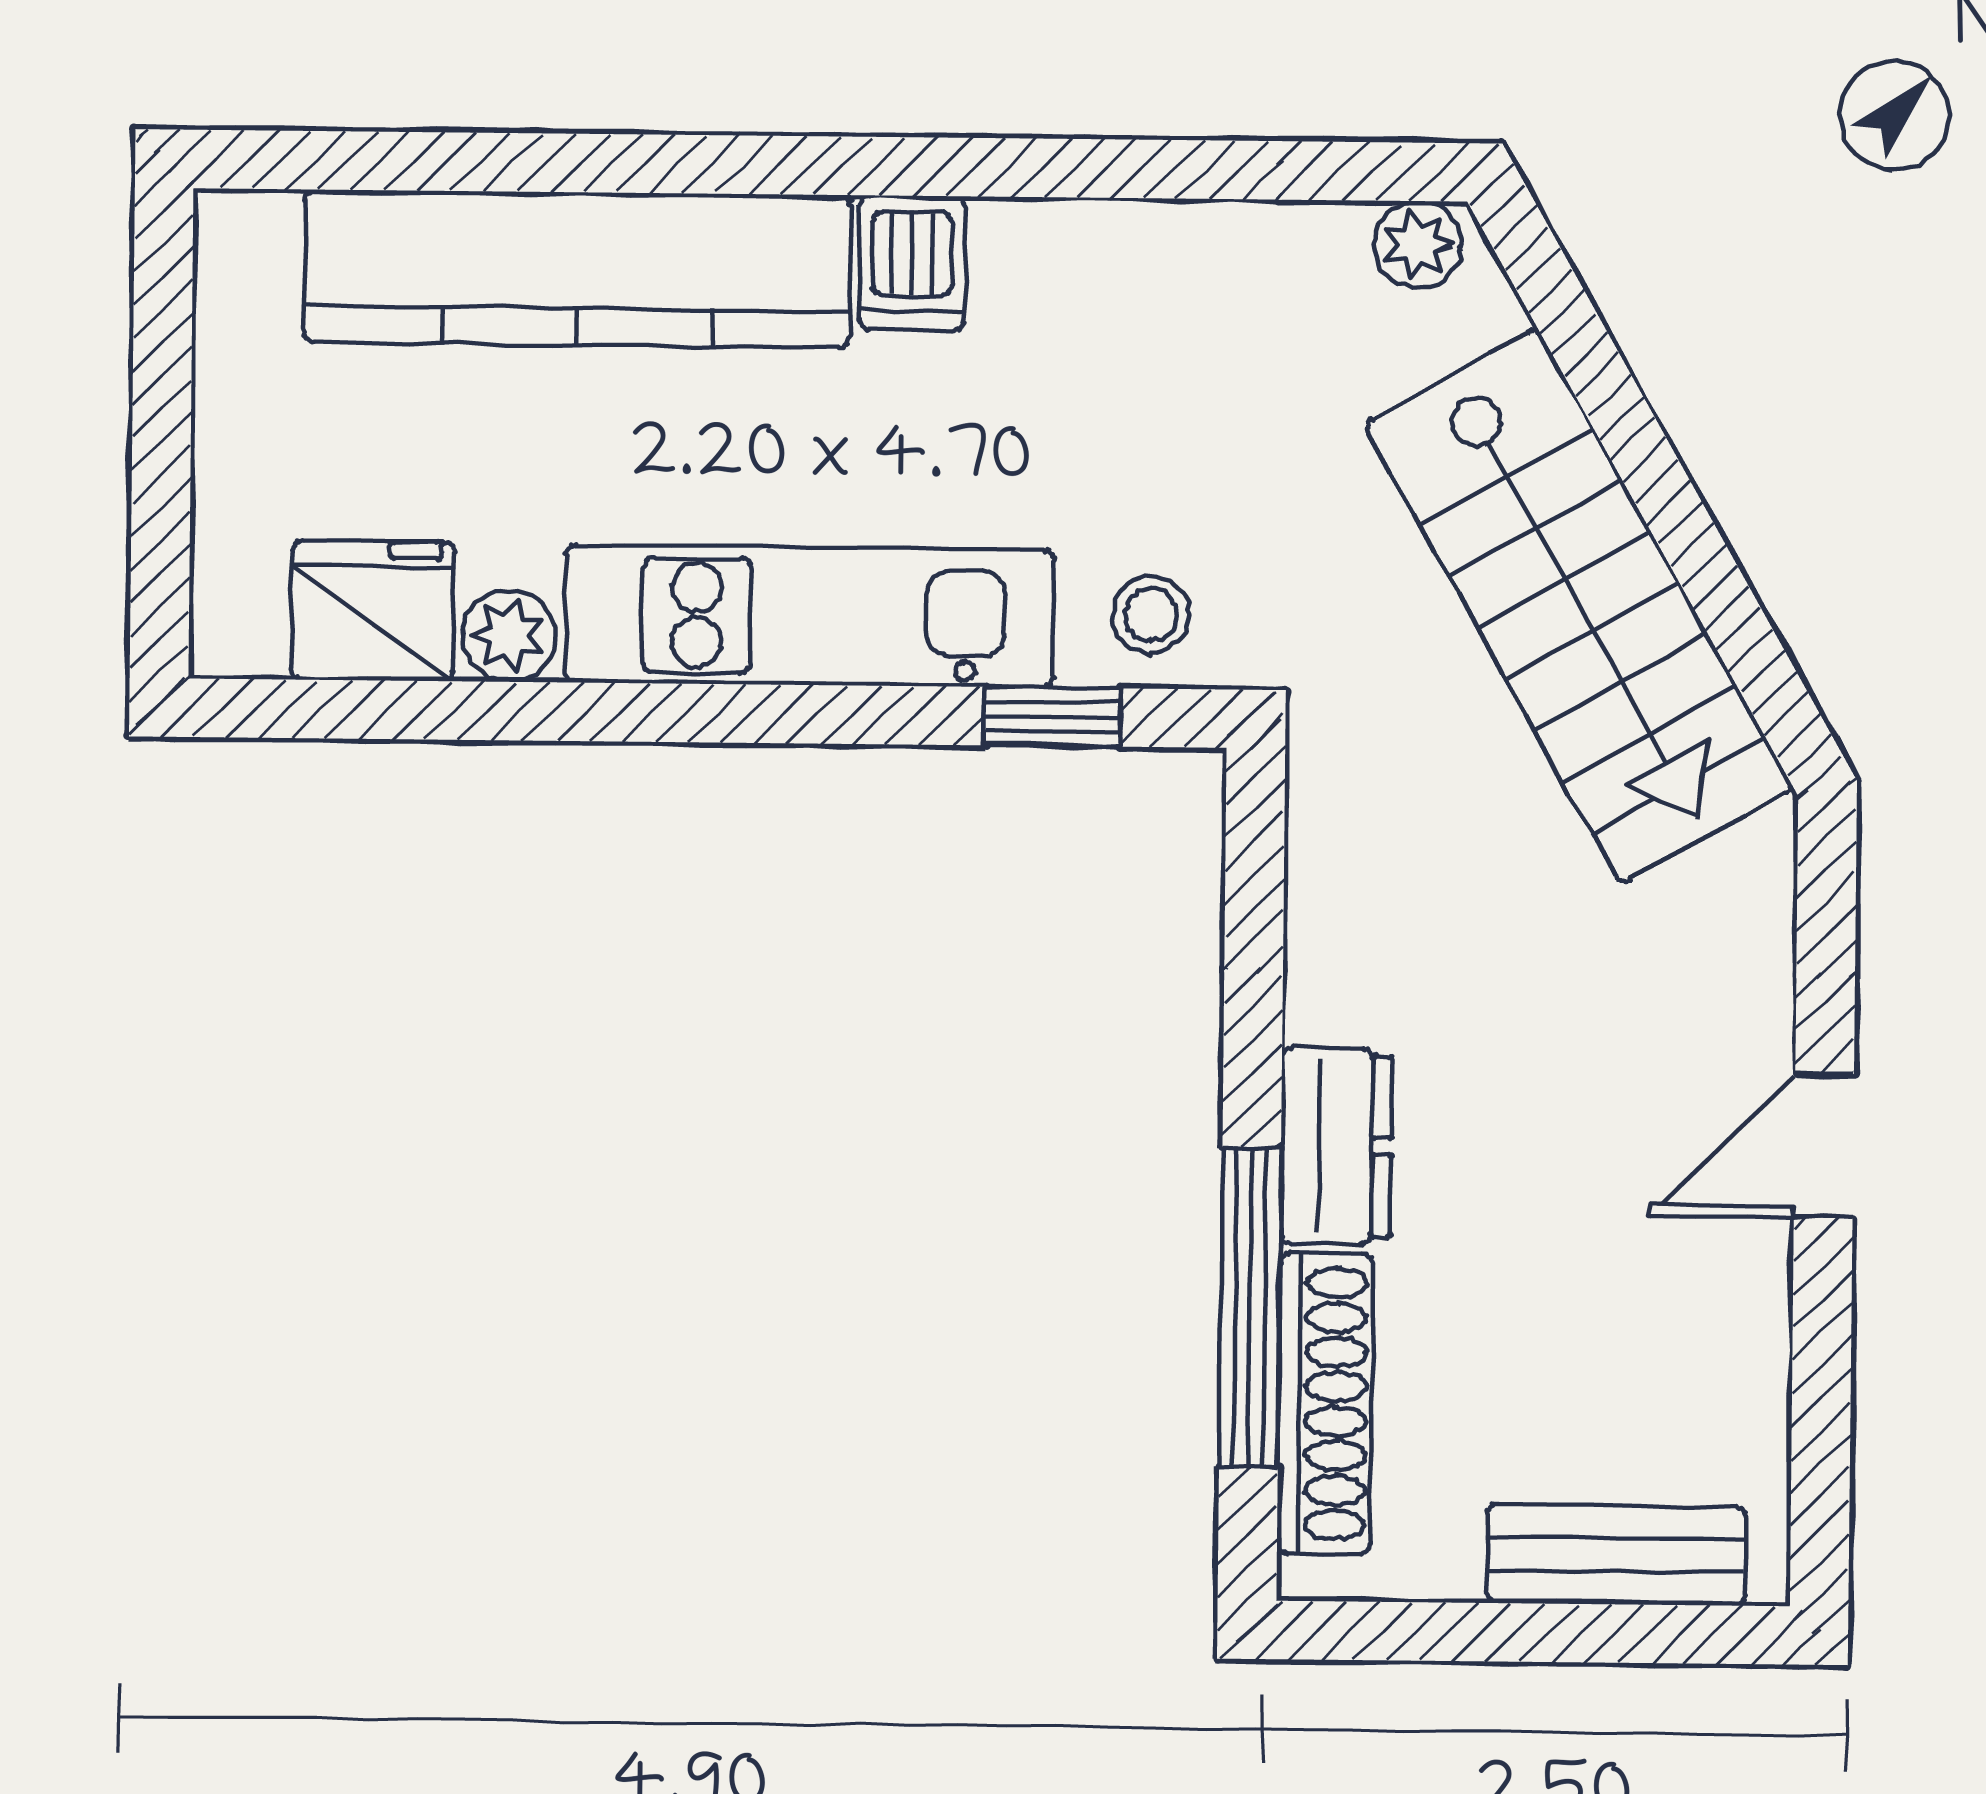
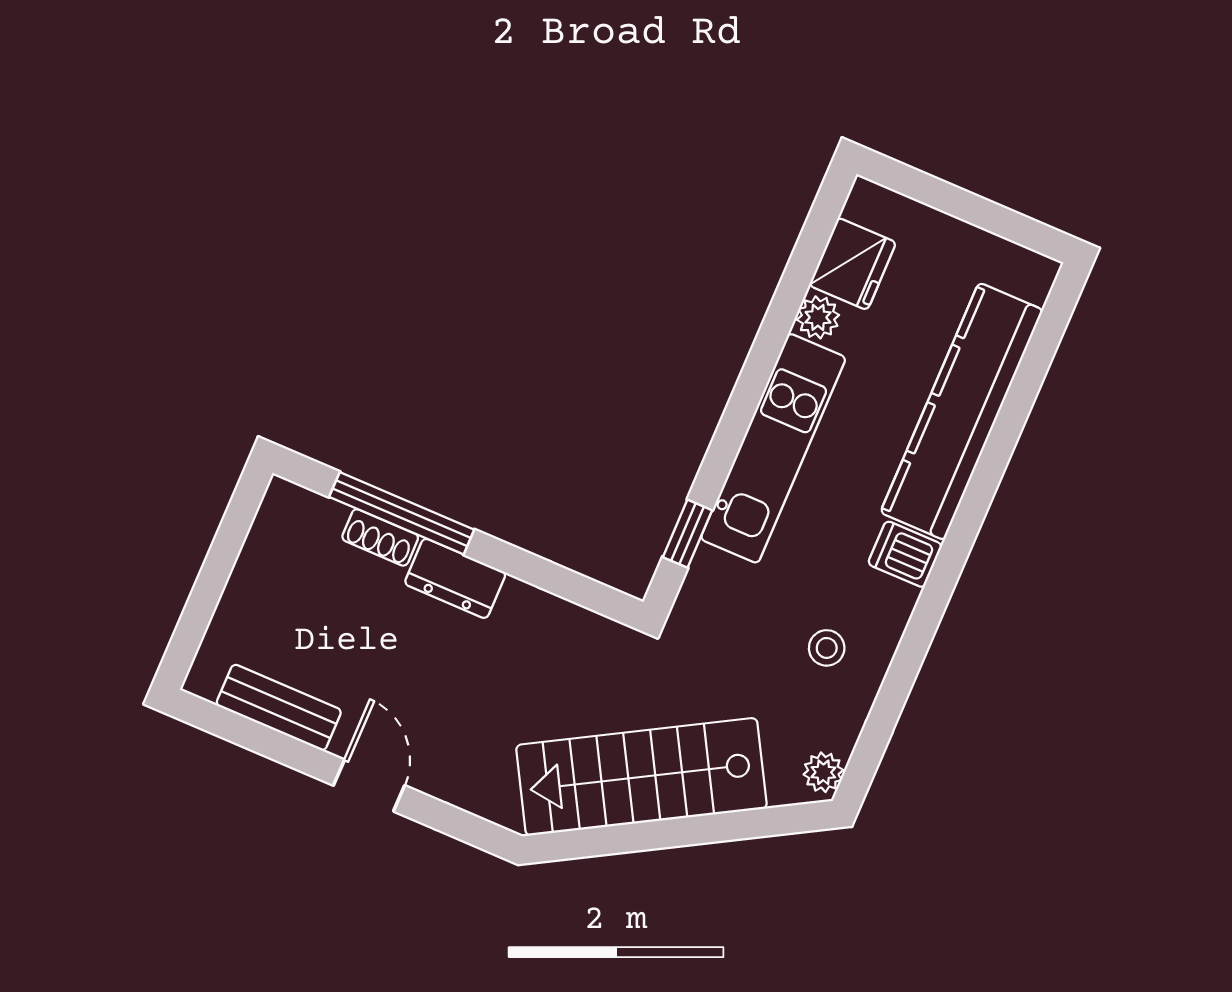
stool: (1151, 615) -> (827, 648), moved
shoe rack: (1325, 1404) -> (380, 537), width x0.51, depth x0.81
bench: (1616, 1555) -> (279, 707), moved, turned 90

